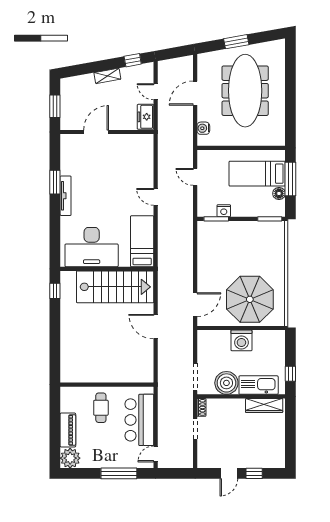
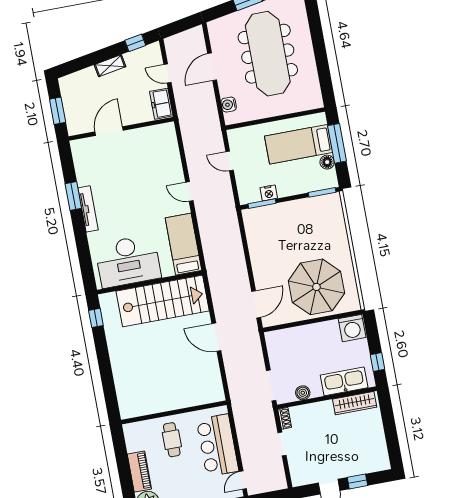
washing machine: (241, 340) -> (352, 328), moved
boiler: (226, 383) -> (303, 393), width x0.54, depth x0.54

